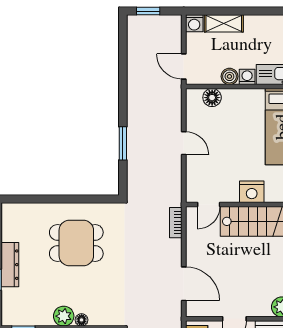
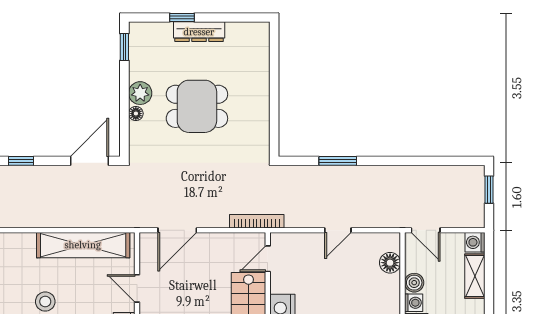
door: (184, 66) -> (426, 230), swing flipped
door: (209, 205) -> (268, 259), hinge flipped
bookcase: (176, 223) -> (257, 221), width x1.56
dining table: (76, 243) -> (197, 106), moved, turned 90

